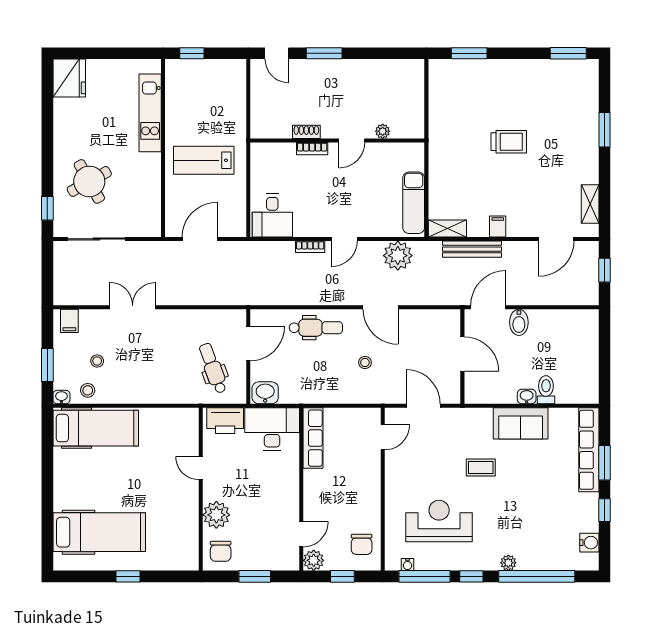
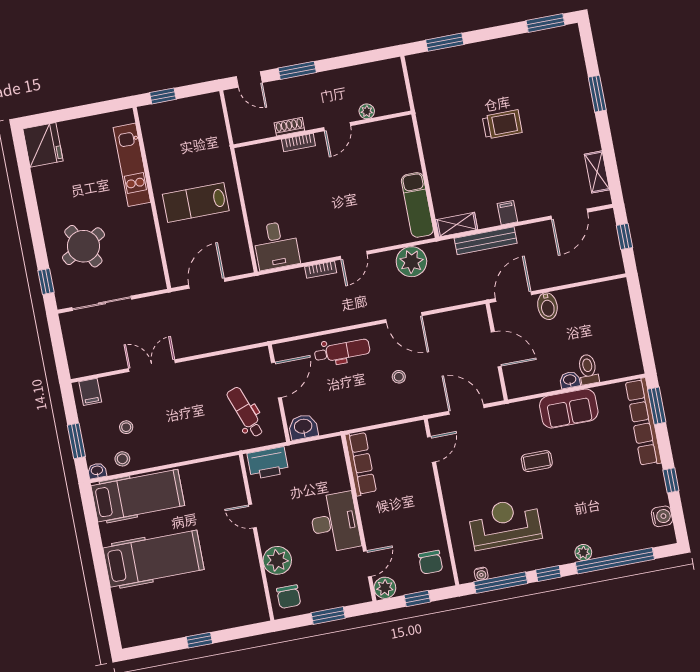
plant: (383, 131) -> (367, 111), moved
shoe rack: (306, 132) -> (289, 127), moved
wall: (337, 140) -> (322, 129), moved
door: (352, 140) -> (337, 127), moved
bookcase: (312, 149) -> (298, 143), moved
desk: (272, 429) -> (335, 522), moved, turned 90
window: (605, 463) -> (657, 406), moved
hospital bed: (99, 532) -> (153, 559), moved

